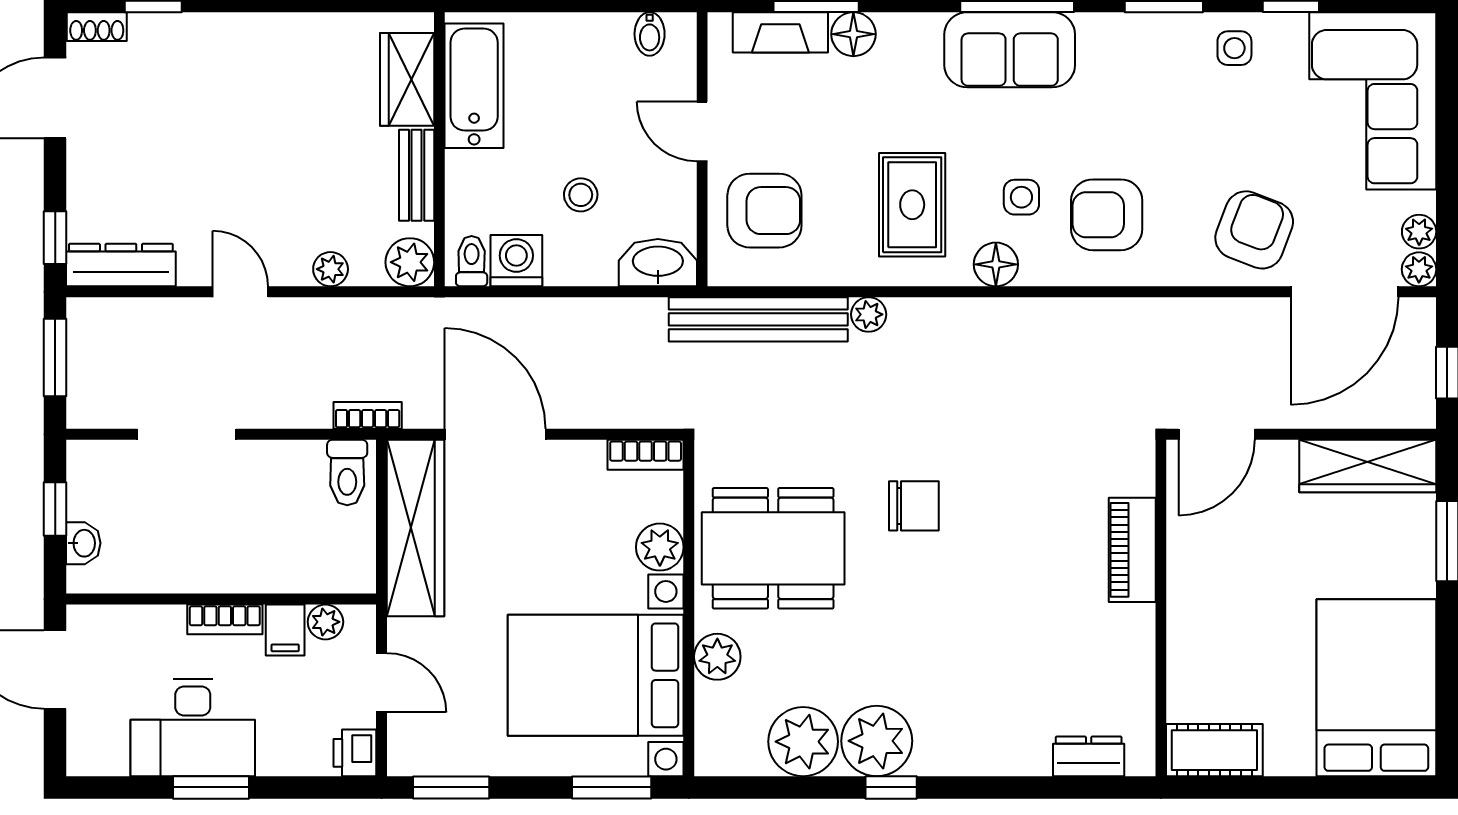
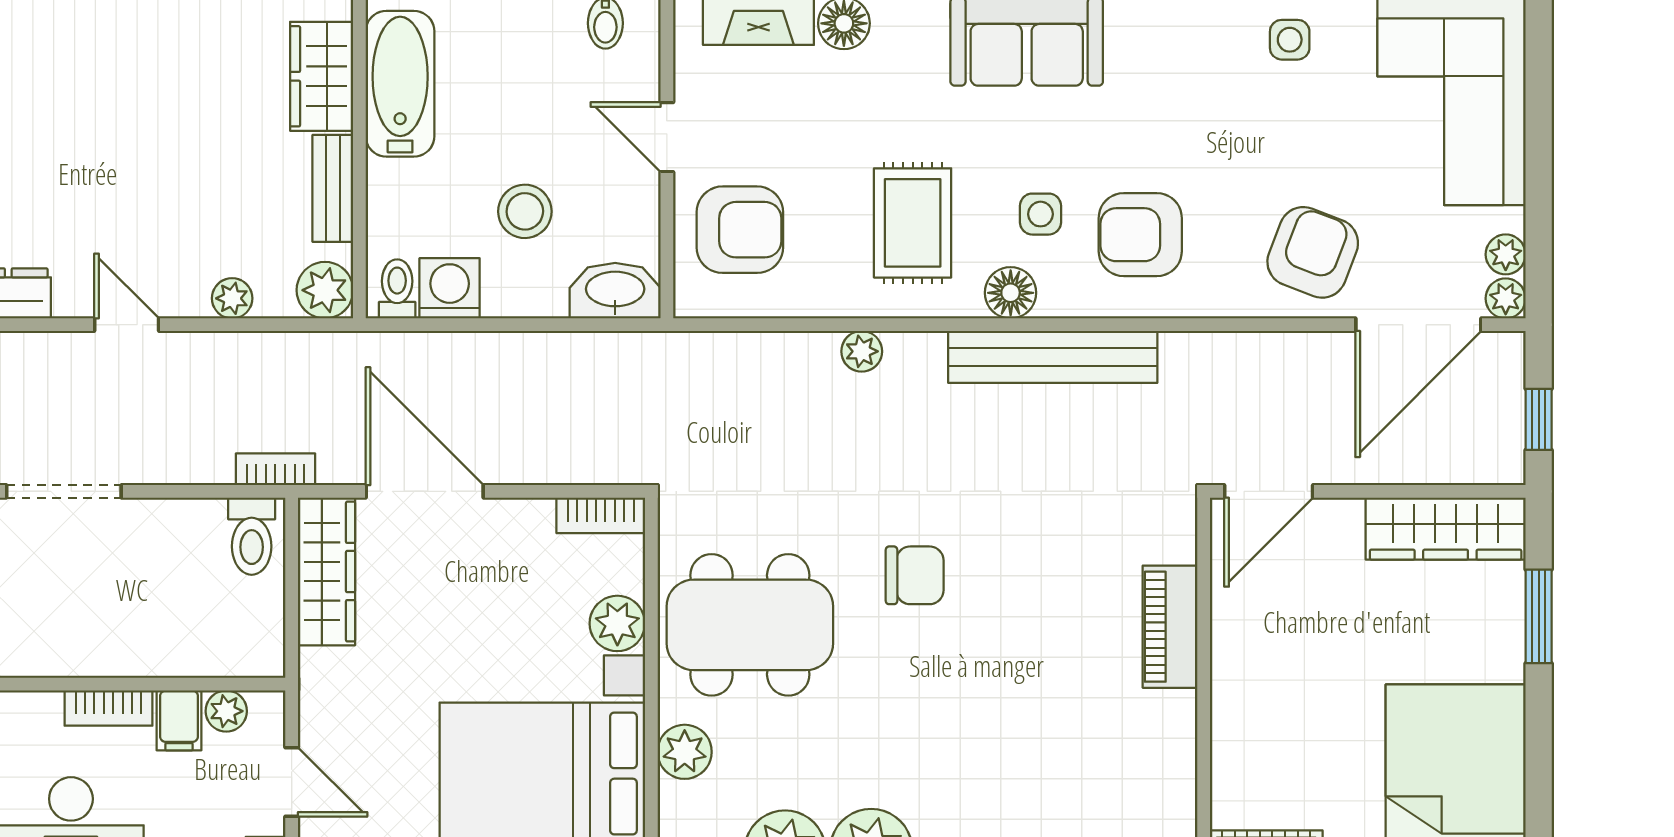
stool: (581, 195) -> (525, 211), width x1.37, depth x1.37
bench: (758, 319) -> (1053, 357), moved
wardrobe: (415, 528) -> (327, 572), width x0.71, depth x0.85

